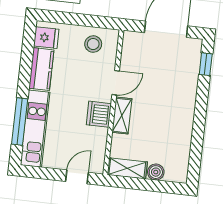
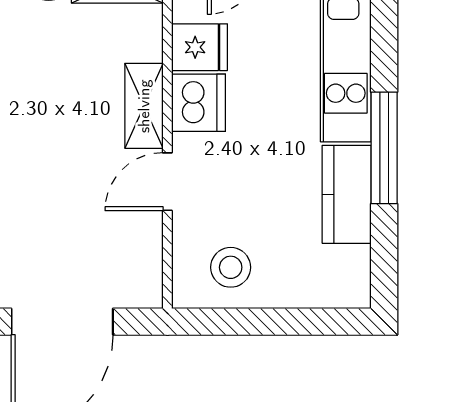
fridge: (46, 38) -> (200, 47), moved, turned 180
window: (20, 122) -> (384, 148), moved

